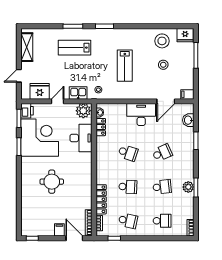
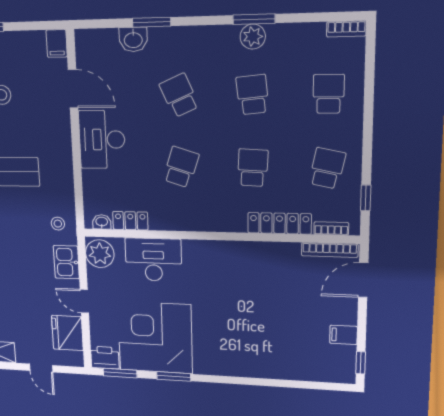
washbasin: (188, 120) -> (133, 39), moved
round table: (52, 182) -> (242, 319), removed
filing cabinet: (59, 230) -> (343, 335), moved

